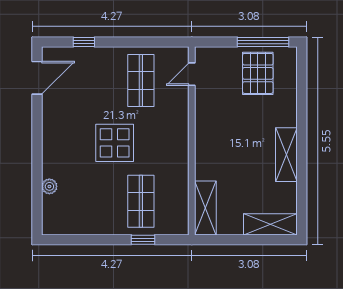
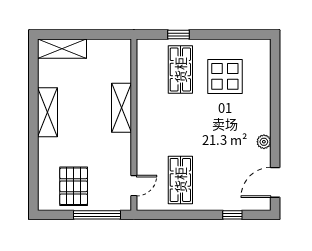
window: (263, 42) -> (97, 215), moved
display table: (115, 143) -> (225, 76), moved
plant: (49, 186) -> (264, 142), moved
shelving: (205, 208) -> (121, 108), moved

